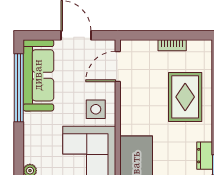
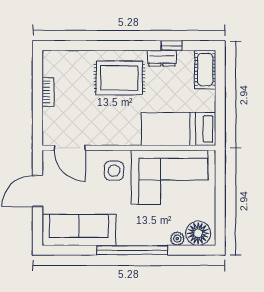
window: (19, 88) -> (132, 250), moved
rug: (185, 97) -> (119, 78), moved

